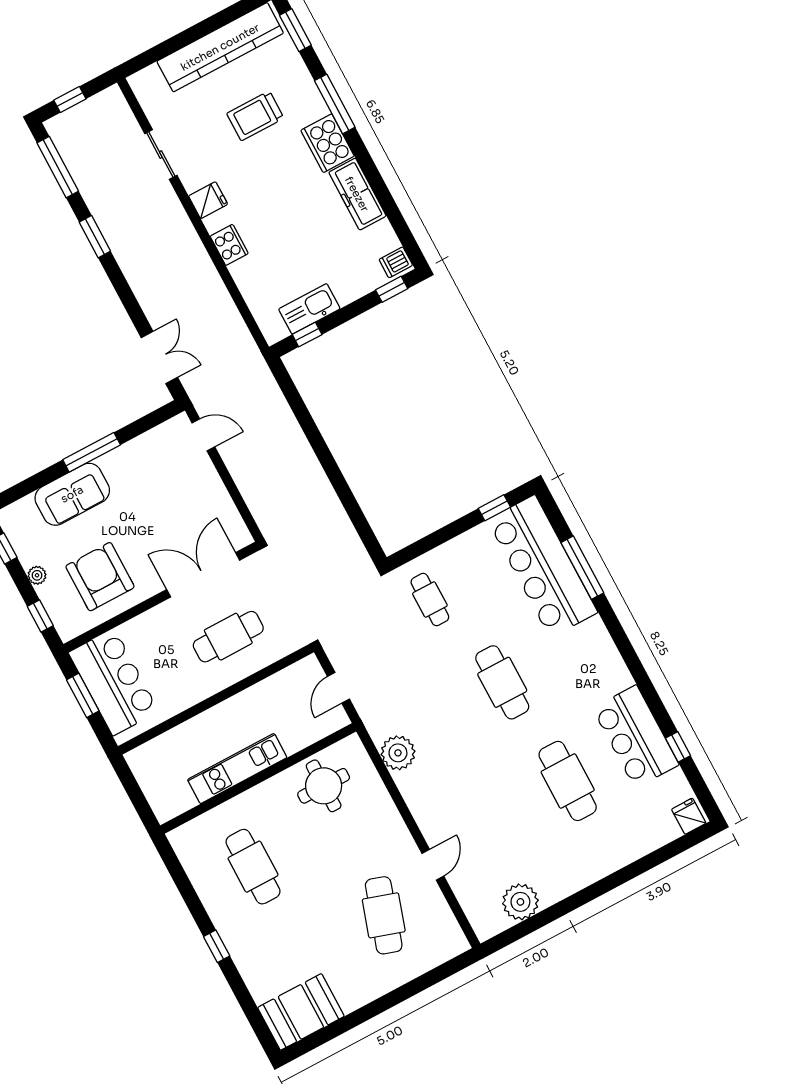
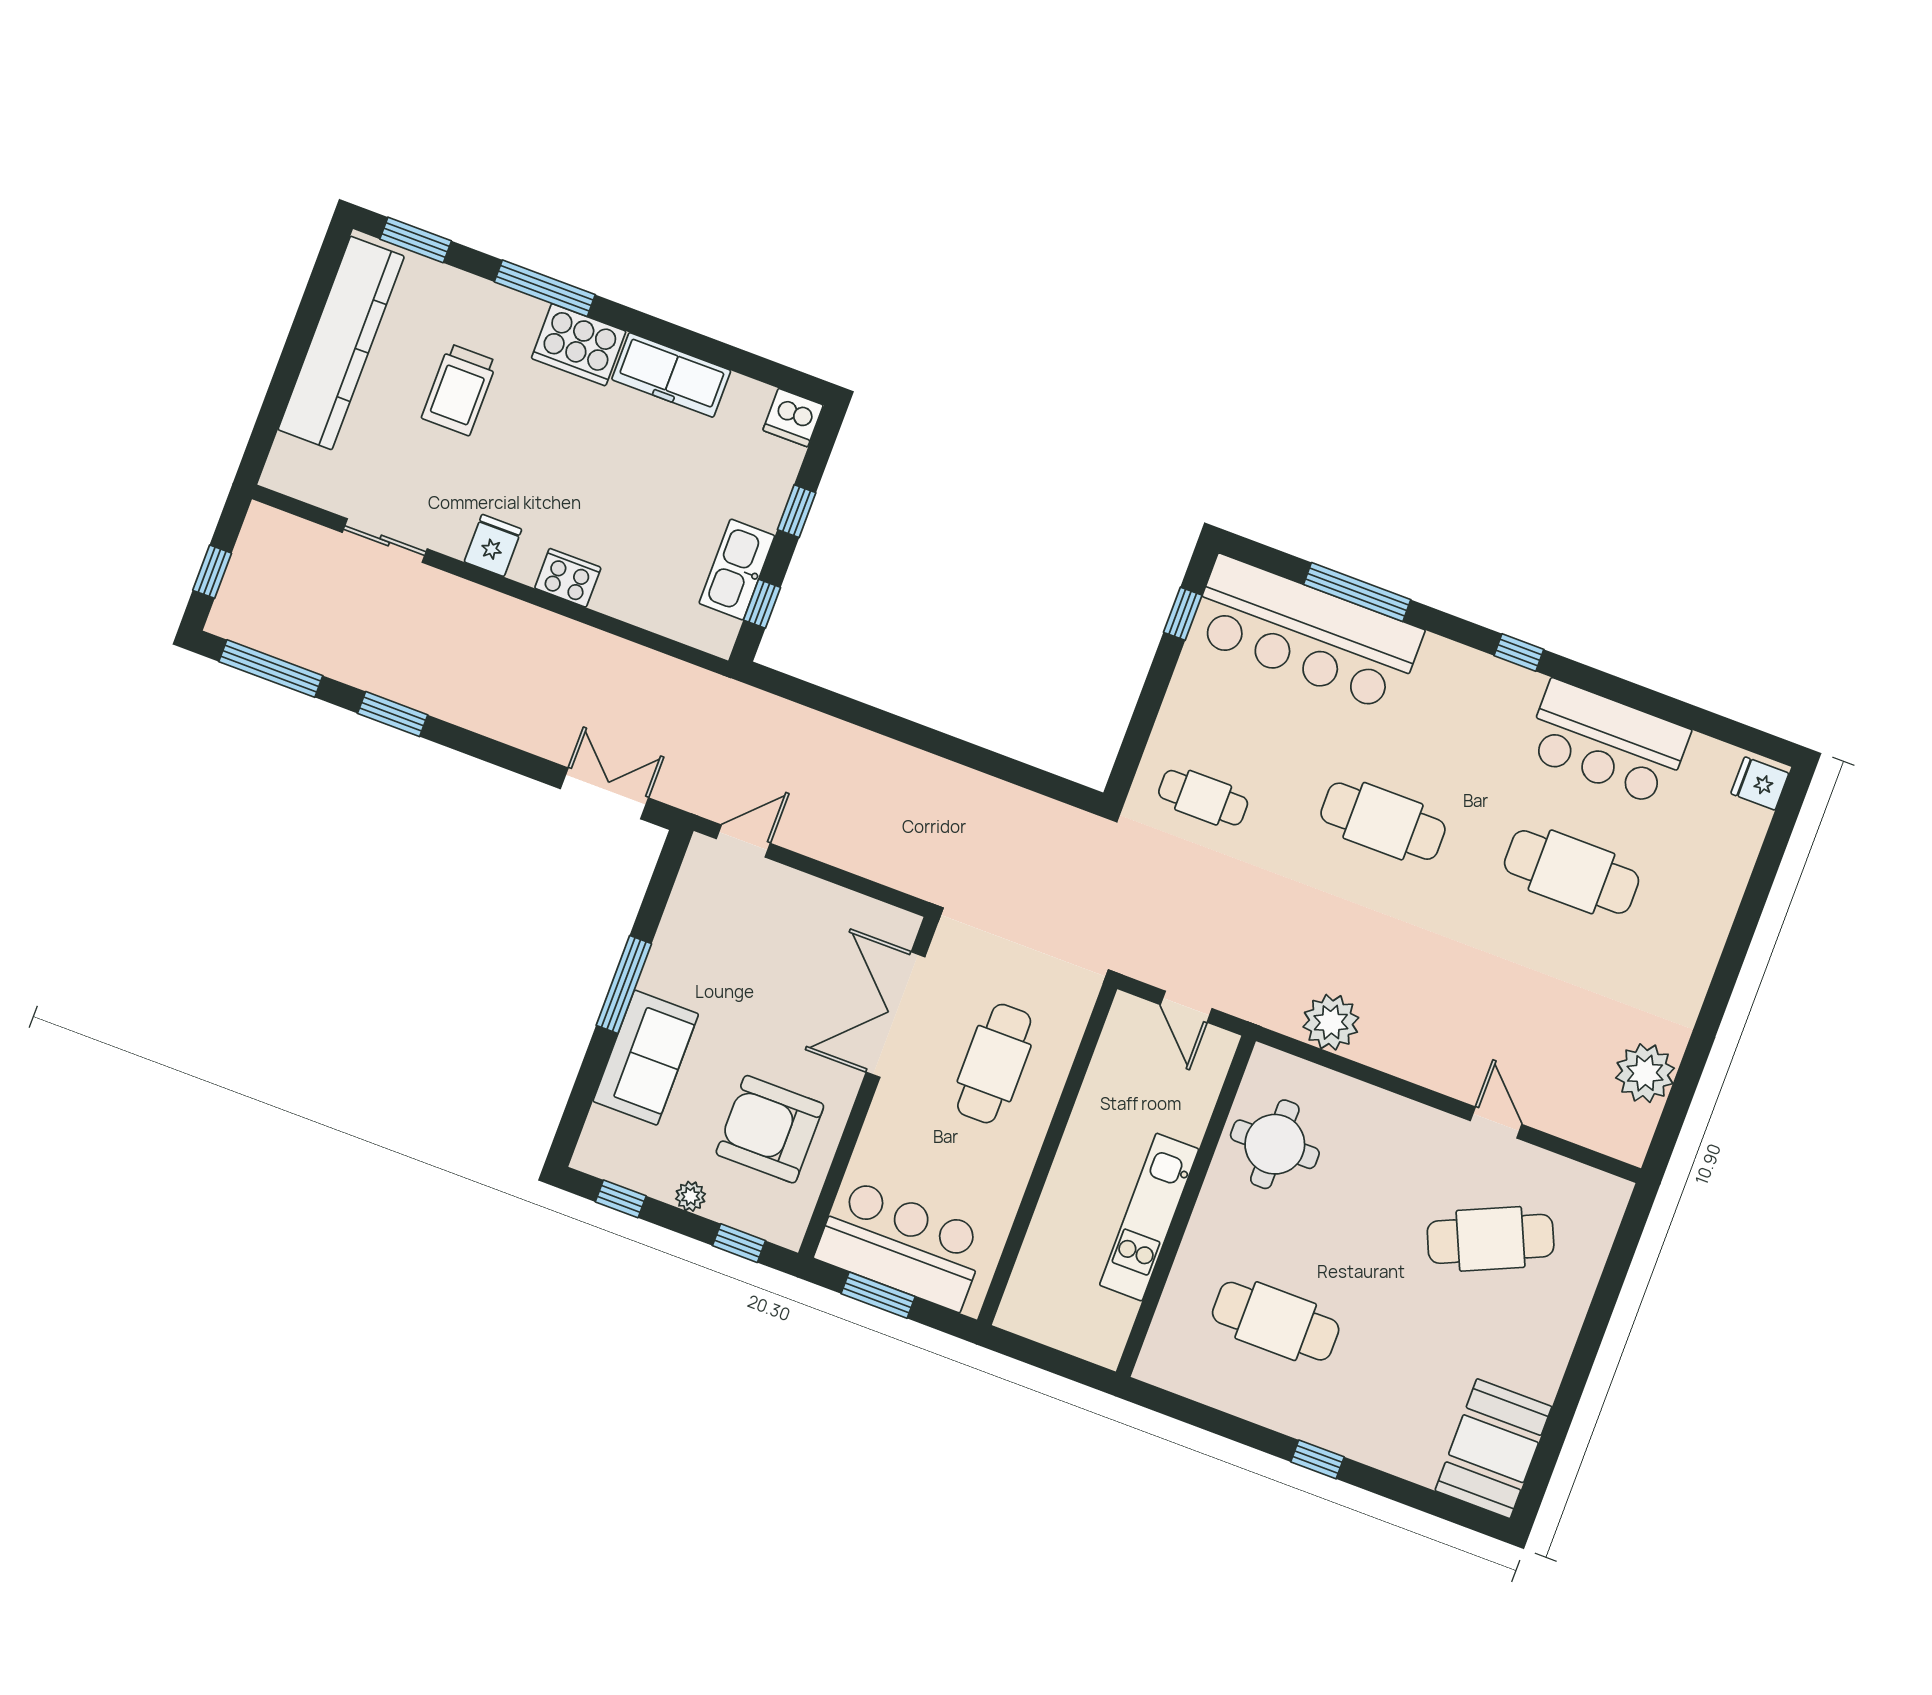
dishwasher: (396, 262) -> (793, 418), width x1.38
window: (392, 289) -> (797, 511), moved
window: (678, 747) -> (1519, 652), moved
cafe table: (384, 915) -> (1491, 1239), turned -42

